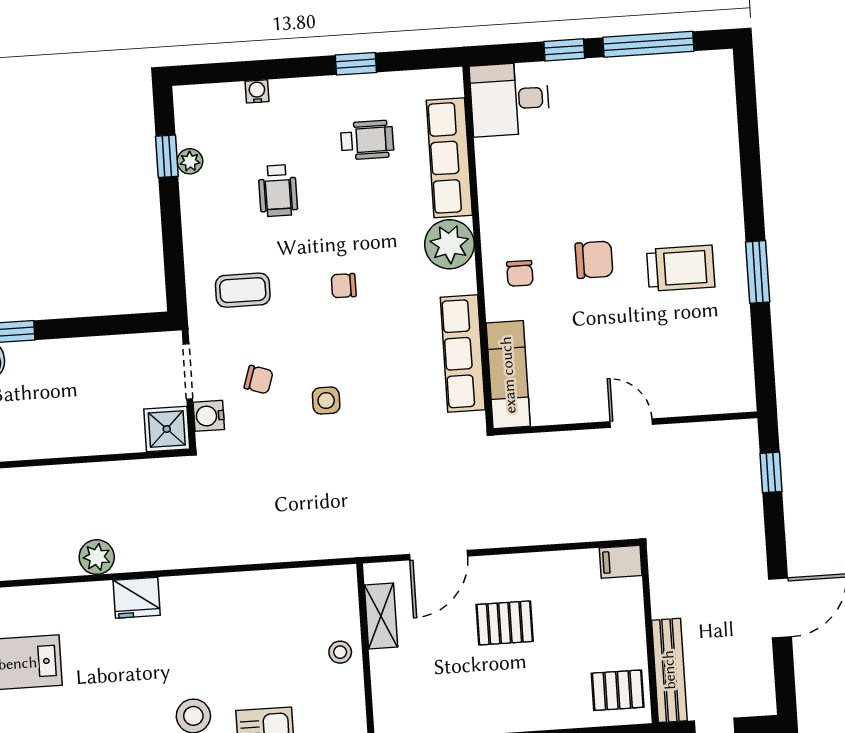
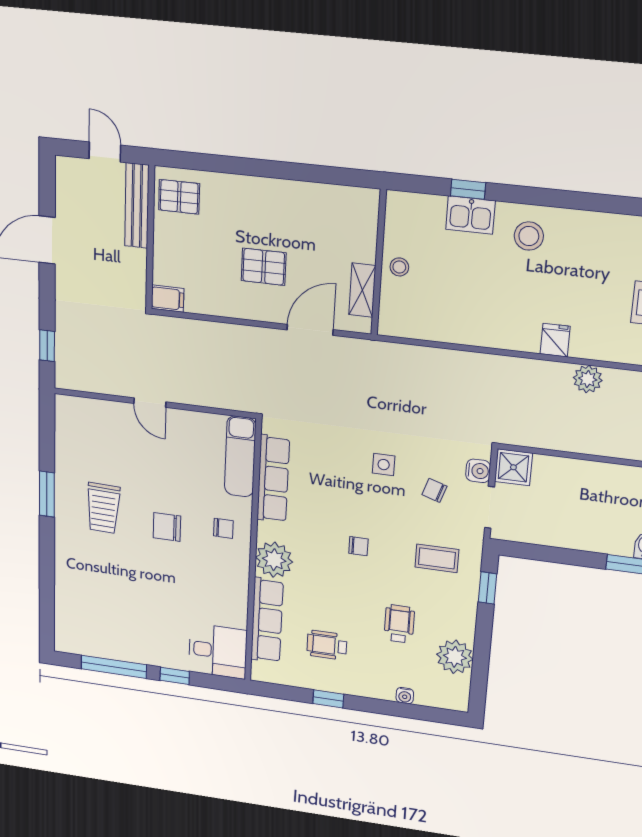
window: (167, 156) -> (487, 588), moved
plant: (190, 161) -> (455, 657), width x1.87, depth x1.87
trolley: (681, 268) -> (103, 508), turned -88
chair: (520, 273) -> (223, 528), turned 90
fridge: (137, 598) -> (555, 340), width x0.72

